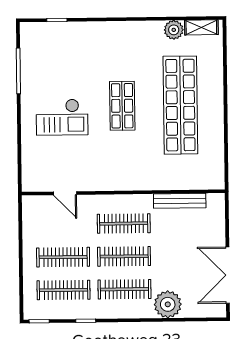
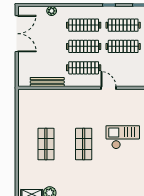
shop shelf: (180, 105) -> (46, 144), width x0.50, depth x0.74
door: (65, 193) -> (109, 88), moved
plant: (168, 304) -> (52, 11), width x0.53, depth x0.53

